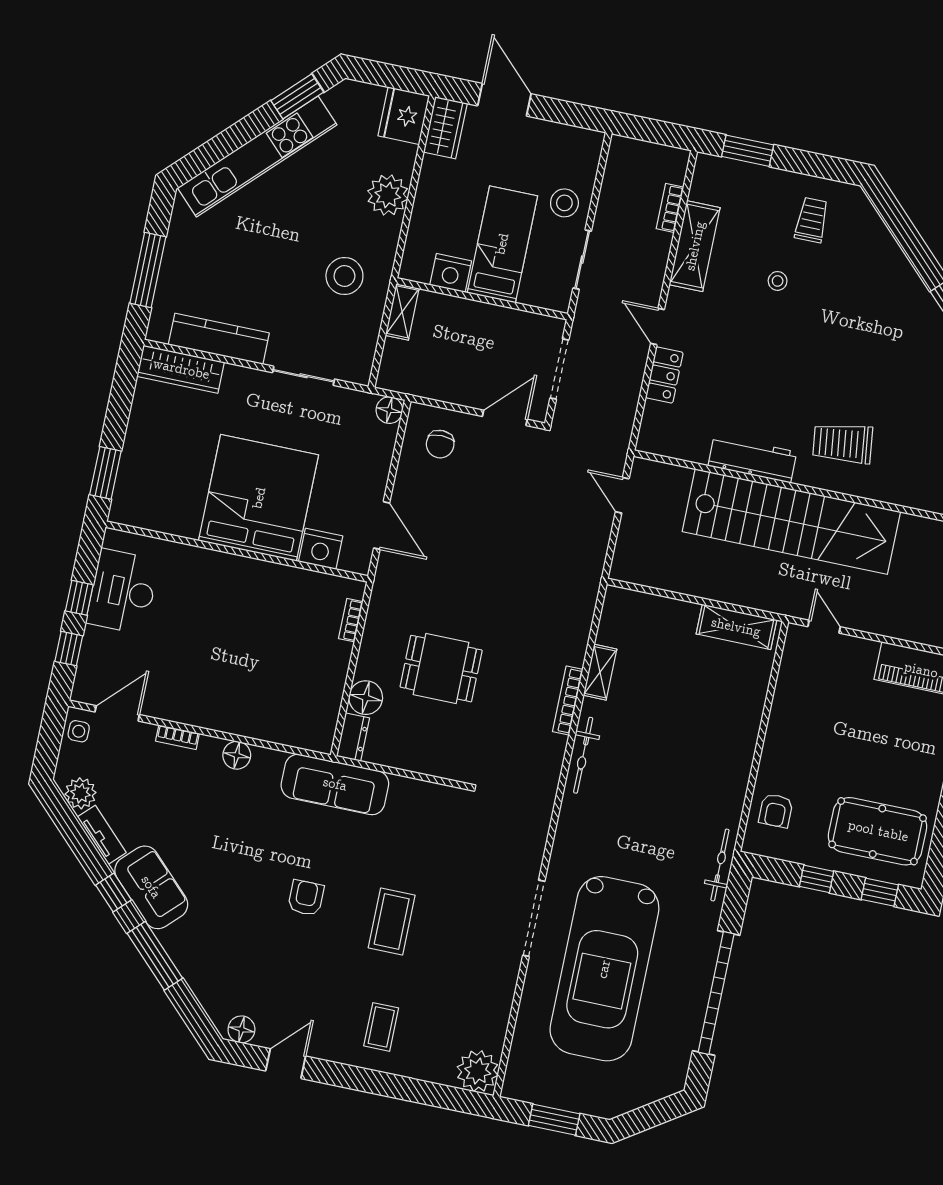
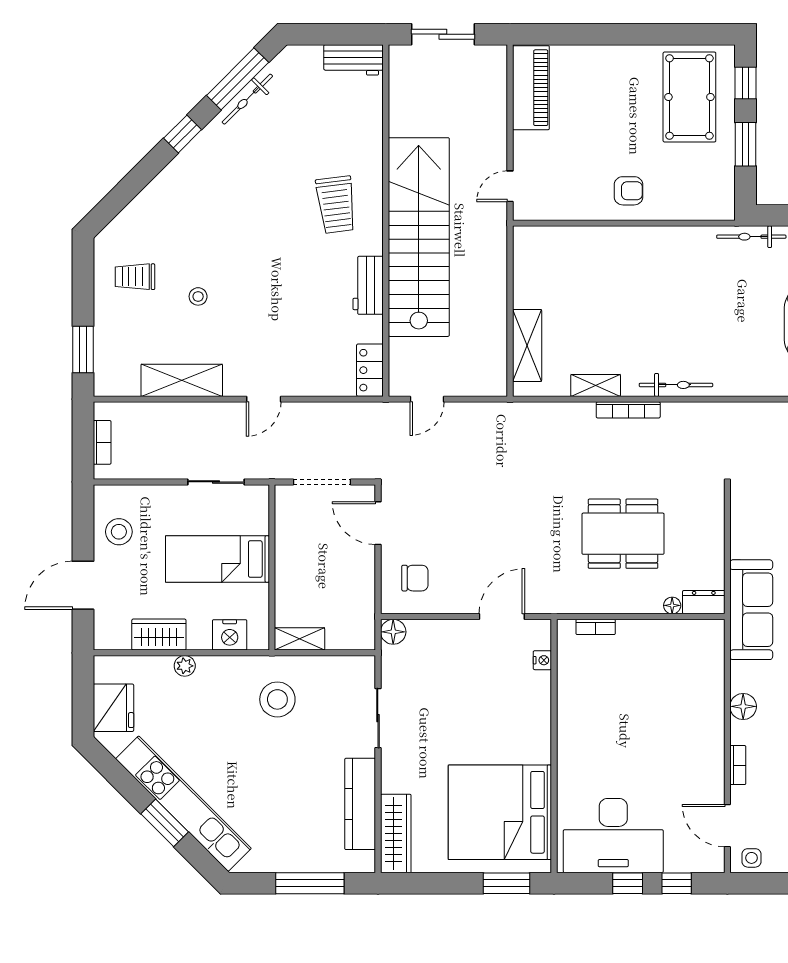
window: (297, 96) -> (165, 823), moved
fridge: (404, 116) -> (113, 708), moved, turned -90
wardrobe: (445, 128) -> (159, 635), moved
plant: (388, 195) -> (185, 666), width x0.53, depth x0.53
stool: (564, 203) -> (119, 532), moved
bookcase: (670, 208) -> (102, 442), moved, turned -90
nightstand: (451, 273) -> (230, 635), moved, turned 90
locker: (664, 375) -> (370, 370), moved, turned -90
workbench: (752, 459) -> (368, 285), width x0.73
bed: (259, 498) -> (500, 812), moved
nightstand: (321, 549) -> (542, 660), width x0.53, depth x0.56
desk: (123, 591) -> (613, 836), width x1.36, depth x1.30
shelving: (736, 627) -> (527, 345), moved
dining table: (441, 669) -> (623, 534), width x1.38
floor lamp: (366, 698) -> (672, 605), width x0.53, depth x0.53
armchair: (776, 811) -> (629, 191), moved
window: (817, 879) -> (746, 144), width x1.50

